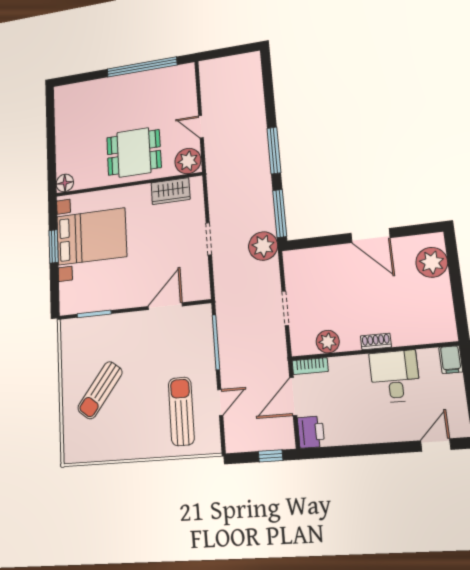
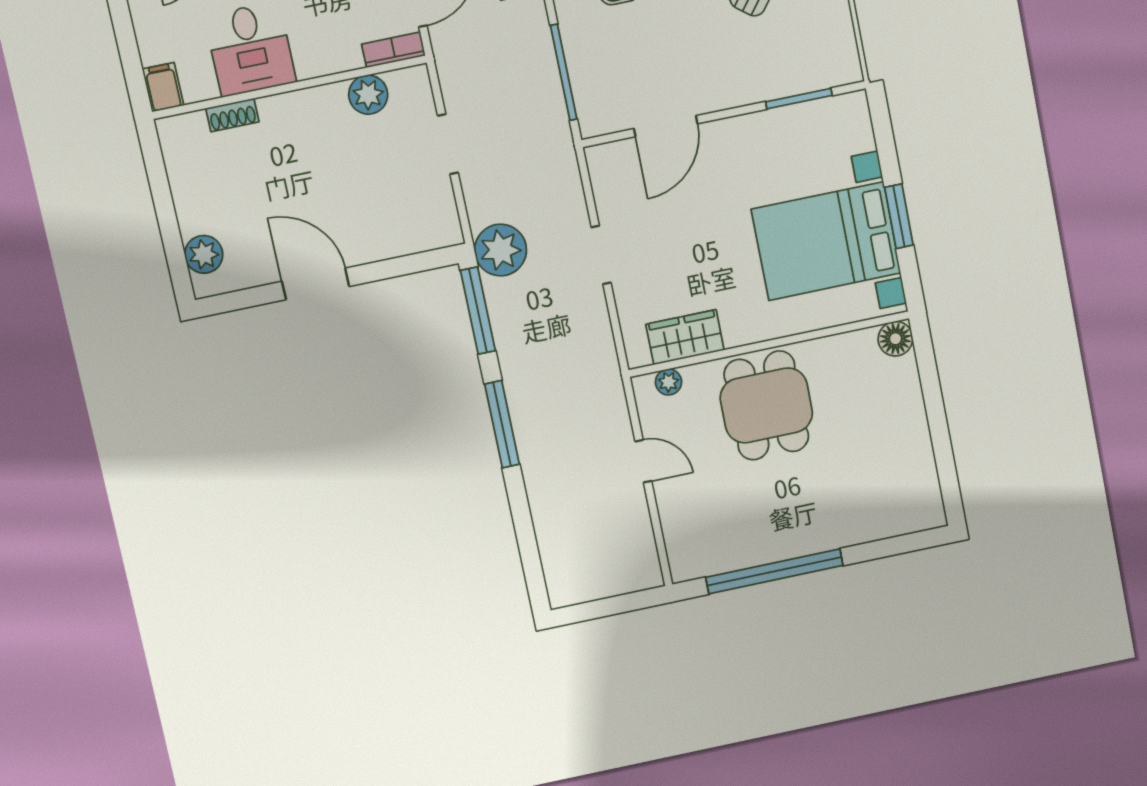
dining table: (134, 152) -> (766, 405), turned 90
plant: (188, 161) -> (668, 382), width x0.53, depth x0.53
plant: (432, 262) -> (204, 254), width x0.73, depth x0.73
shoe rack: (376, 341) -> (232, 115), moved

